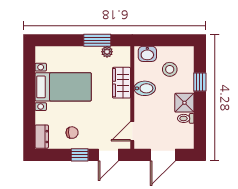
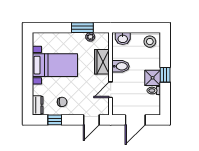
stool: (170, 69) -> (150, 42), moved
window: (200, 82) -> (165, 75), moved
door: (132, 131) -> (111, 90), moved
window: (80, 155) -> (55, 120), moved

